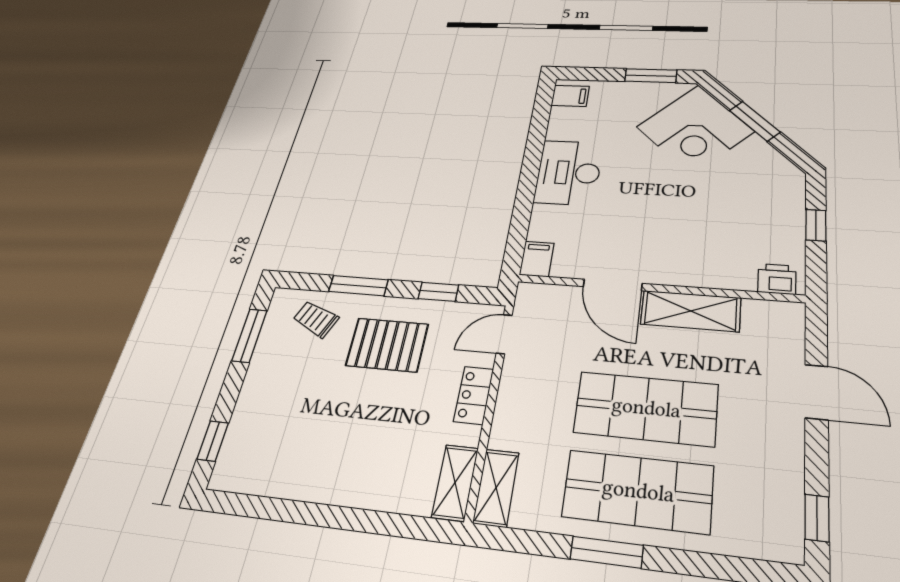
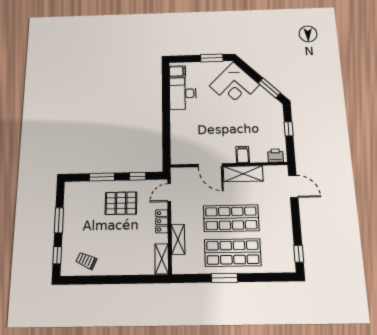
window: (755, 121) -> (269, 88), moved
desk: (569, 173) -> (183, 93), moved
filing cabinet: (537, 259) -> (243, 155), moved
trolley: (316, 319) -> (86, 261), moved
window: (250, 336) -> (59, 220), moved
door: (816, 392) -> (293, 186), moved
shelving: (496, 488) -> (178, 239), moved

